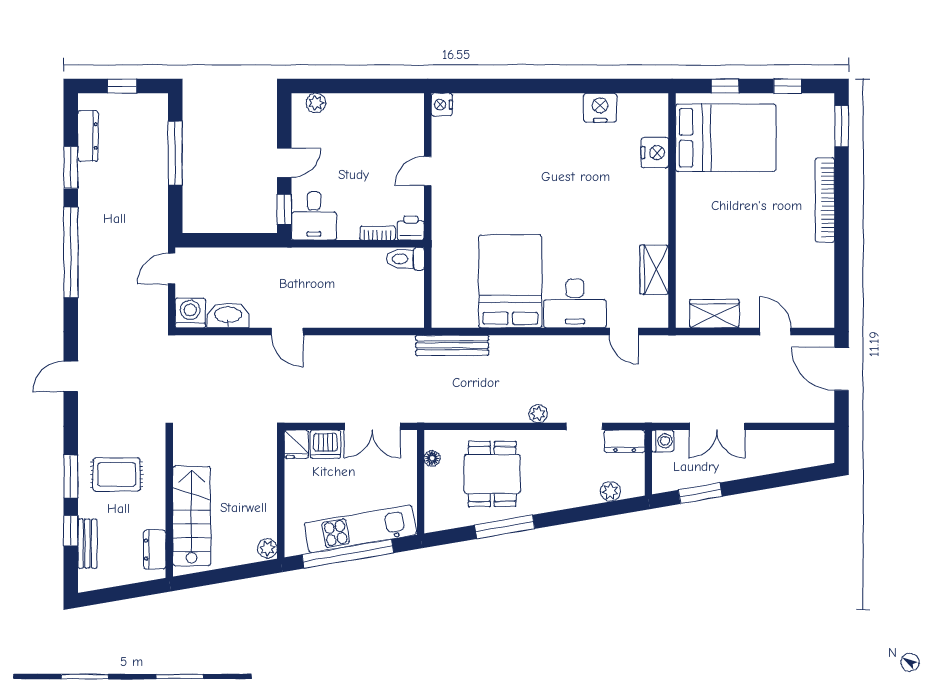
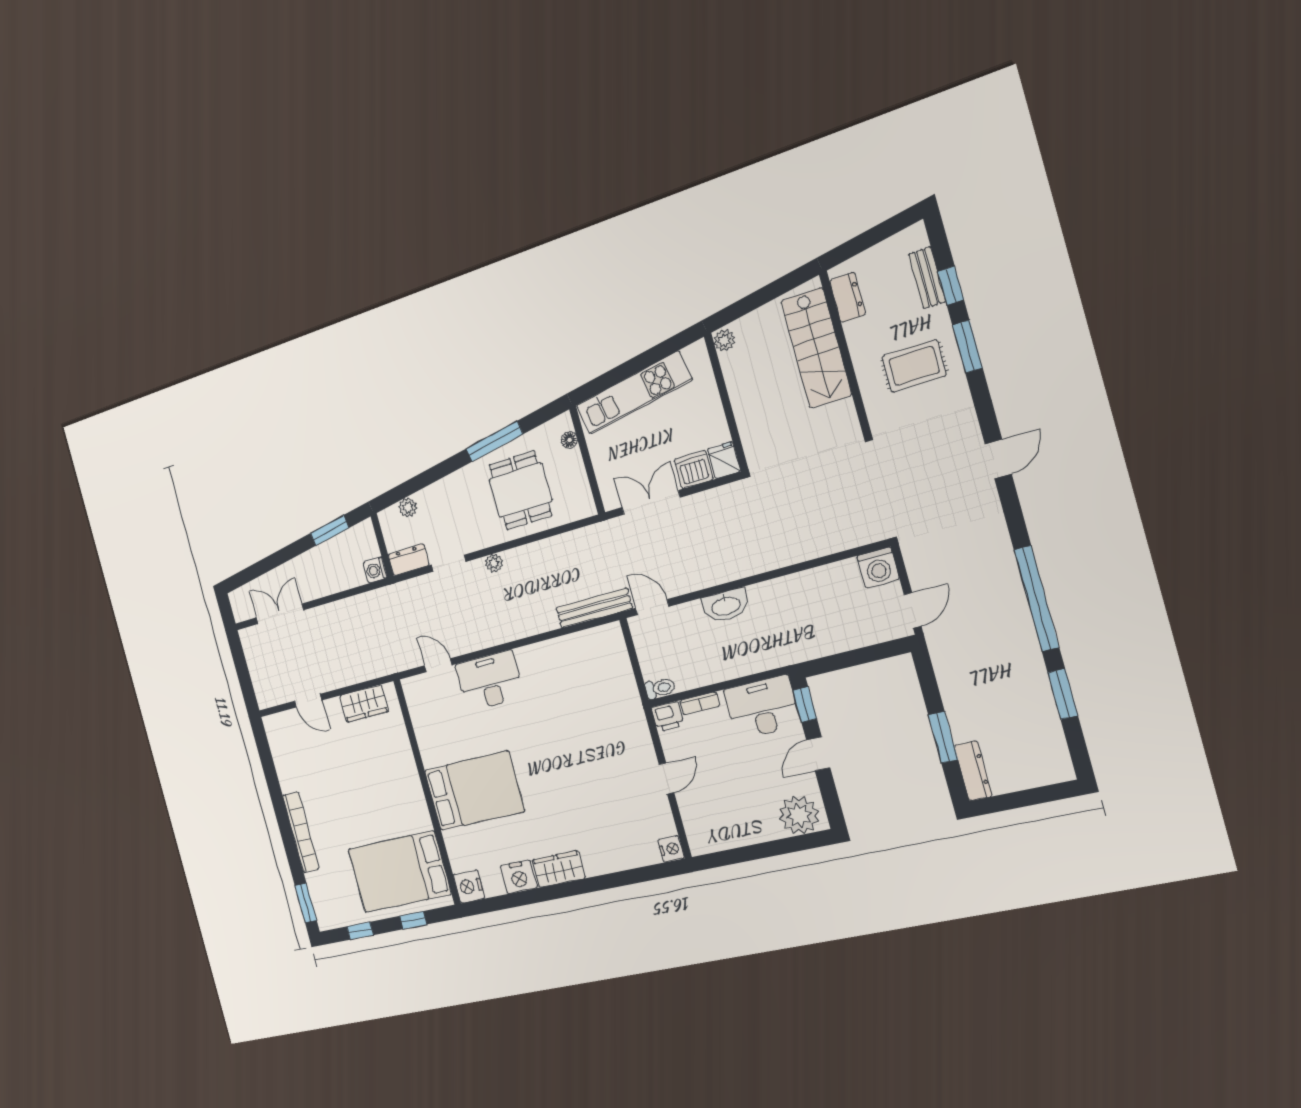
window: (122, 86) -> (1026, 798), removed
plant: (316, 103) -> (799, 815), width x1.87, depth x1.87
dresser: (88, 136) -> (973, 771), moved, turned 180
window: (175, 153) -> (943, 737), width x0.69
nightstand: (655, 153) -> (469, 886), moved
desk: (314, 216) -> (762, 707), width x1.37
toilet: (405, 259) -> (660, 688), width x0.73, depth x0.72
wardrobe: (654, 270) -> (558, 869), moved, turned -90
bed: (510, 281) -> (474, 791), moved, turned -90
washbasin: (228, 315) -> (726, 605), moved
door: (287, 332) -> (652, 607), moved
door: (842, 369) -> (245, 681), removed
double door: (717, 426) -> (280, 614), moved
floor lamp: (432, 458) -> (569, 440), moved
window: (348, 554) -> (639, 363), removed

